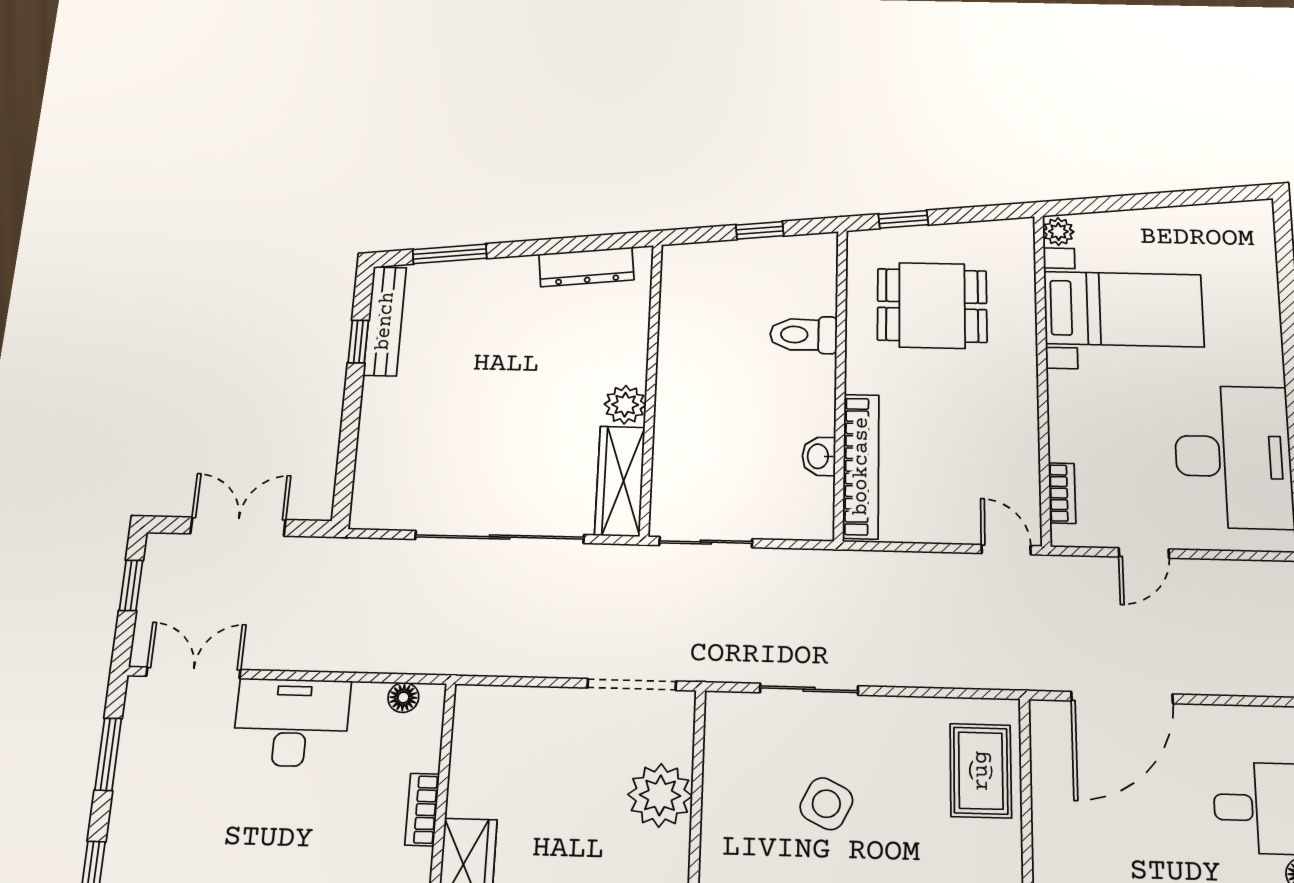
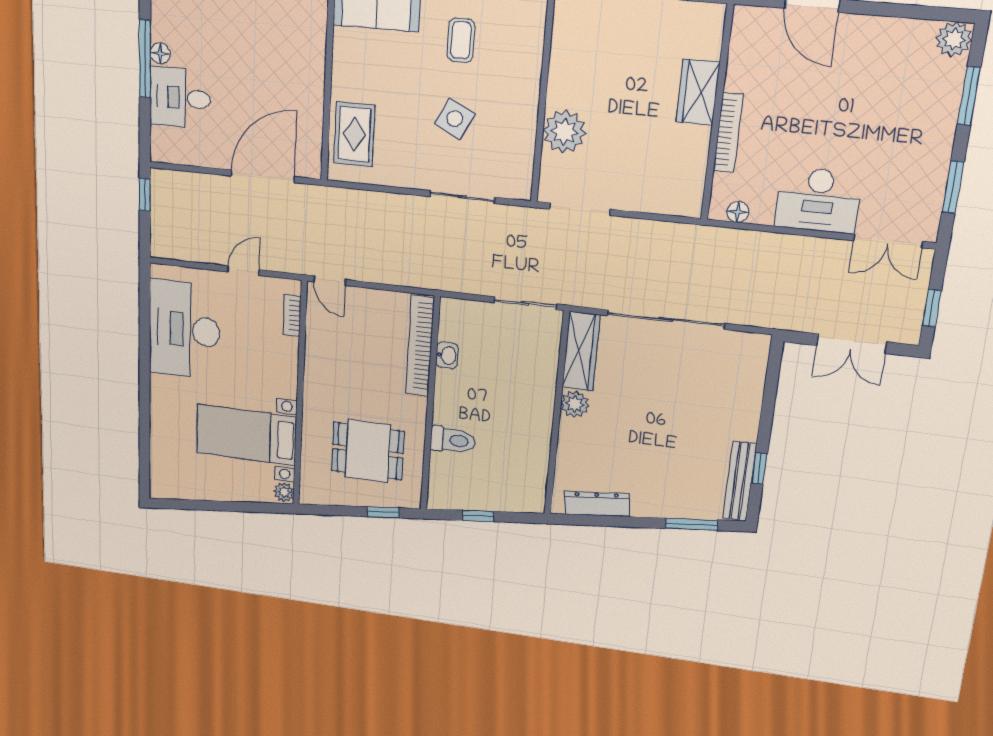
bookcase: (422, 810) -> (728, 132), width x1.56

